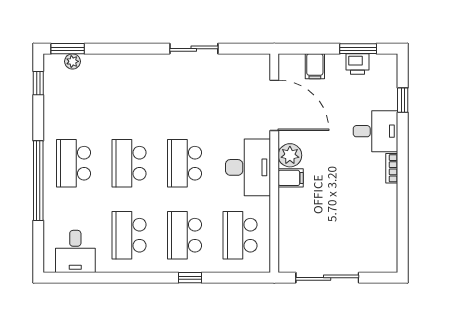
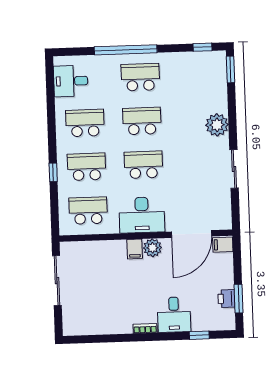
plant: (72, 61) -> (217, 125), moved, width x1.87, depth x1.87
filing cabinet: (315, 66) -> (223, 245), moved

